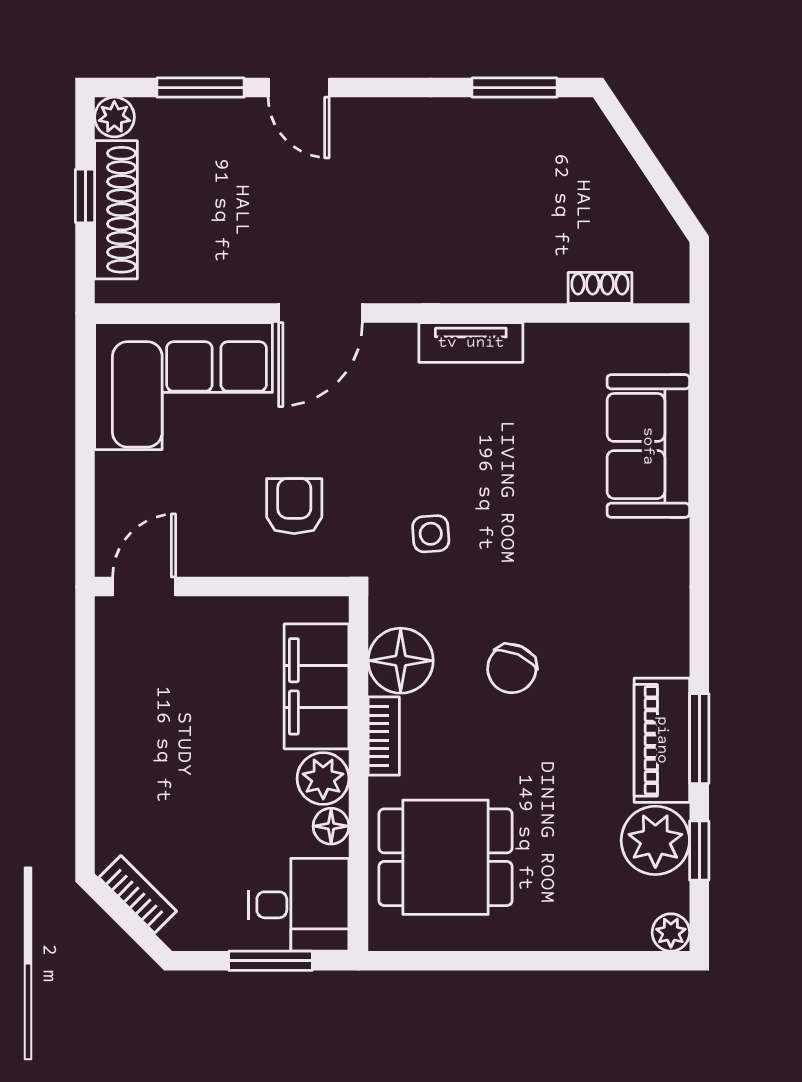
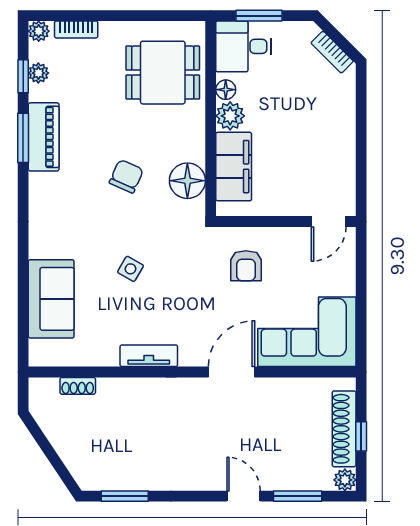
side table: (431, 534) -> (131, 269), moved, turned 34
bookcase: (384, 736) -> (76, 29), moved, turned -90
plant: (655, 840) -> (38, 73), width x0.53, depth x0.53

